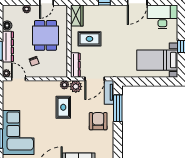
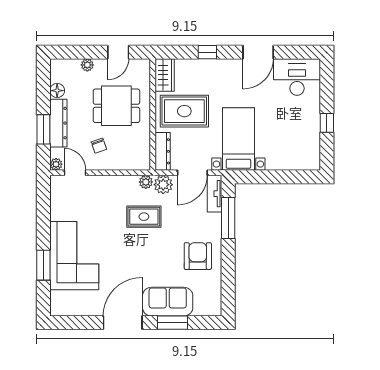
dining table: (45, 35) -> (116, 106), turned 90
rug: (89, 39) -> (184, 111), width x1.36, depth x1.43
bed with nightstands: (157, 60) -> (238, 139), moved, turned 90
rug: (63, 107) -> (144, 217), turned 90
armchair: (98, 121) -> (198, 256), moved

